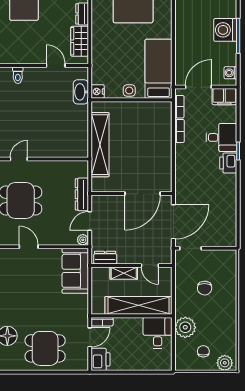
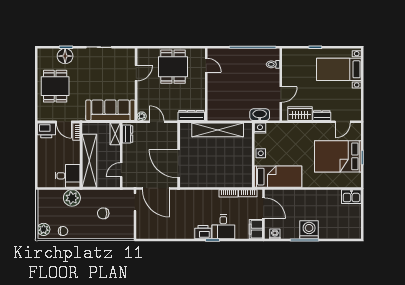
dresser: (82, 194) -> (191, 115), moved
sofa: (75, 271) -> (110, 110), width x1.36
shelving: (124, 273) -> (115, 134), moved
chair: (203, 351) -> (63, 231), moved

